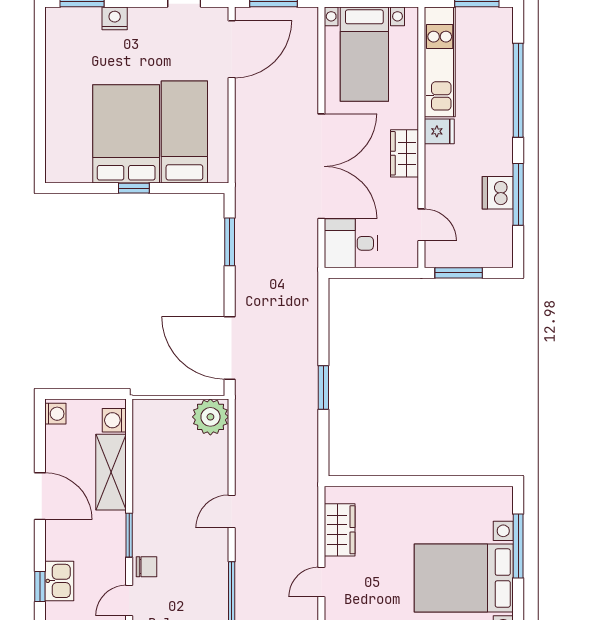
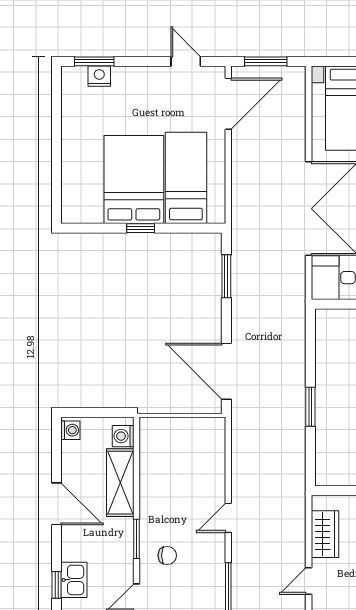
nightstand: (115, 18) -> (99, 76), moved
plant: (210, 417) -> (209, 433), removed
chair: (146, 567) -> (167, 555), moved

